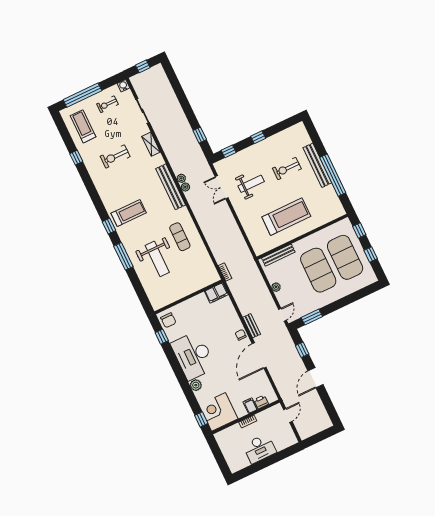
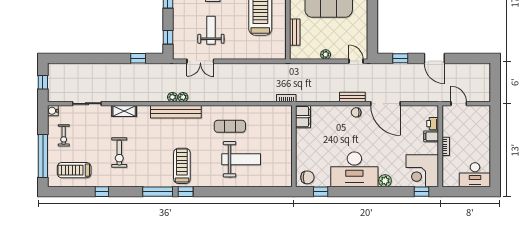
bench: (278, 255) -> (295, 32), width x0.73
window: (123, 256) -> (158, 192), moved
window: (312, 317) -> (372, 33), removed
desk: (260, 449) -> (475, 175), moved, turned 90

